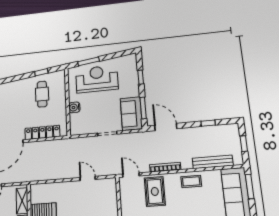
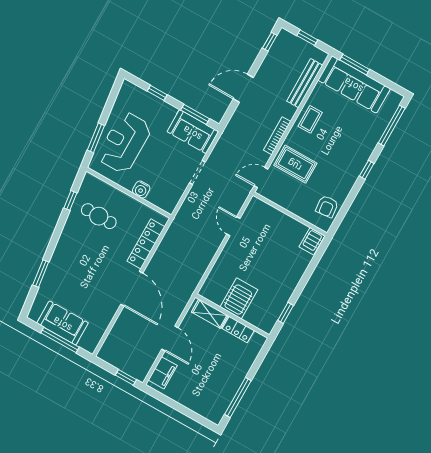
window: (208, 123) -> (270, 42), moved
door: (166, 127) -> (243, 88), moved
door: (88, 178) -> (233, 226), hinge flipped

